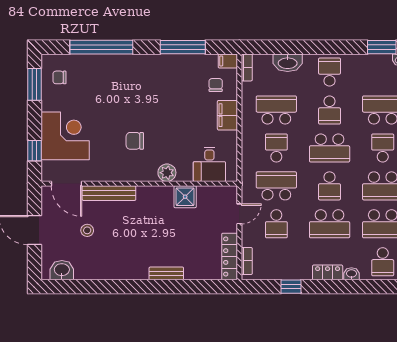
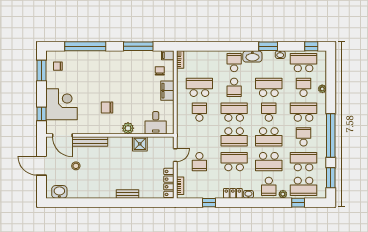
washbasin: (288, 63) -> (252, 56), moved
school desk: (330, 148) -> (234, 112), turned 180
school desk: (276, 186) -> (199, 137), removed
school desk: (330, 186) -> (234, 137), width x1.85
school desk: (330, 224) -> (234, 162), turned 180

